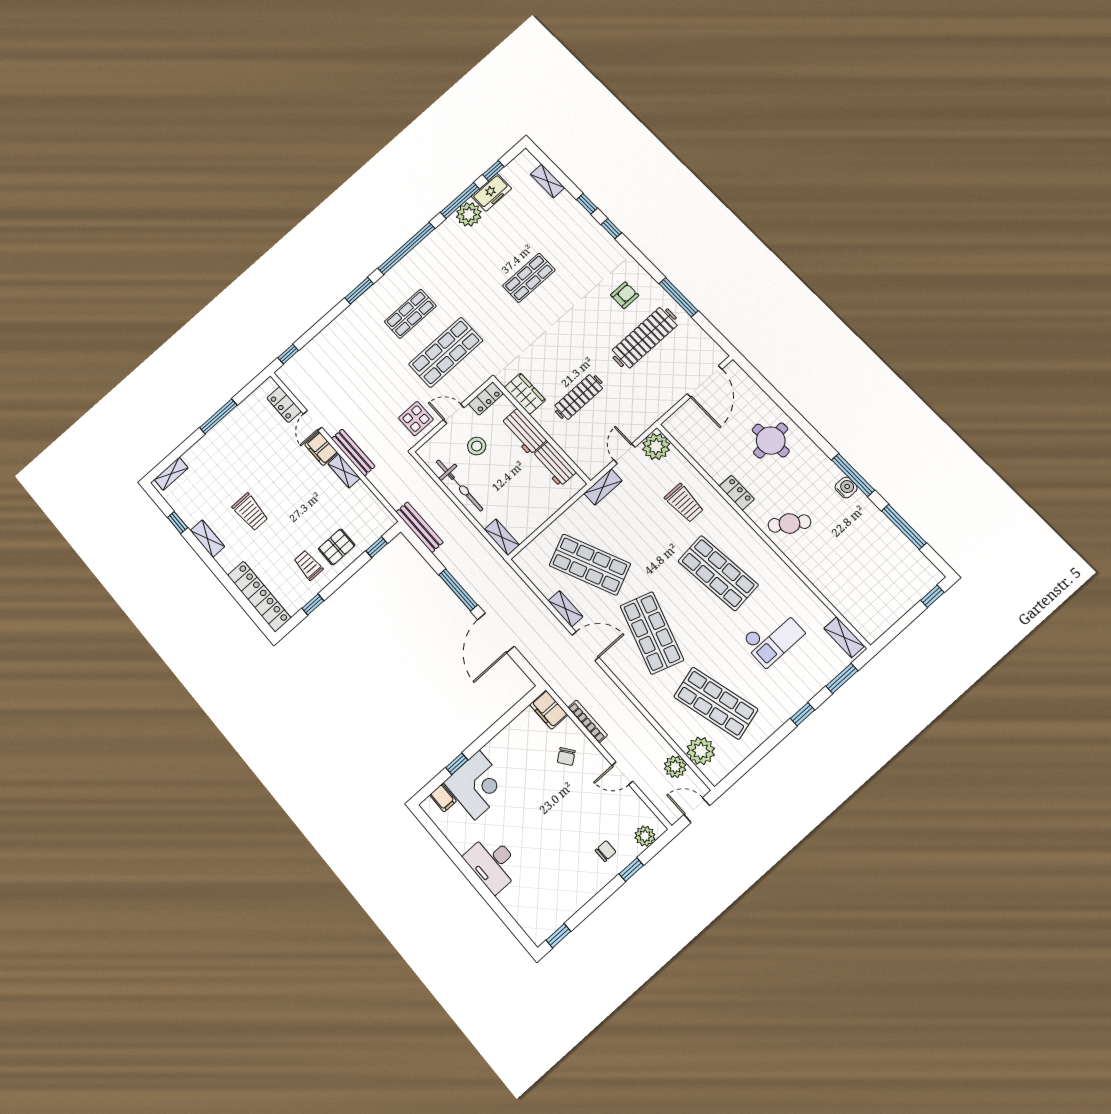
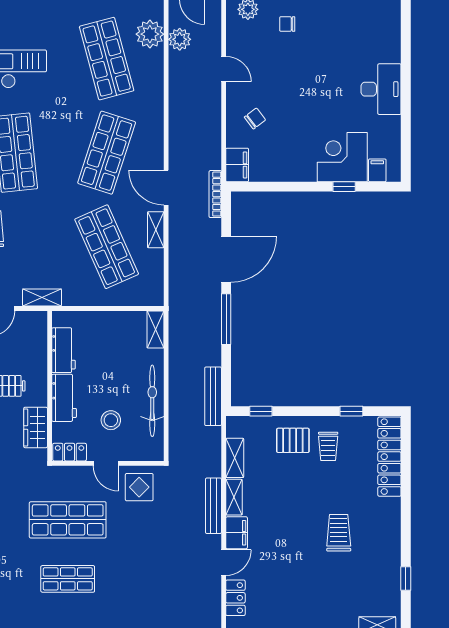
shelving: (207, 539) -> (235, 458), moved
bookcase: (588, 721) -> (215, 194), moved

